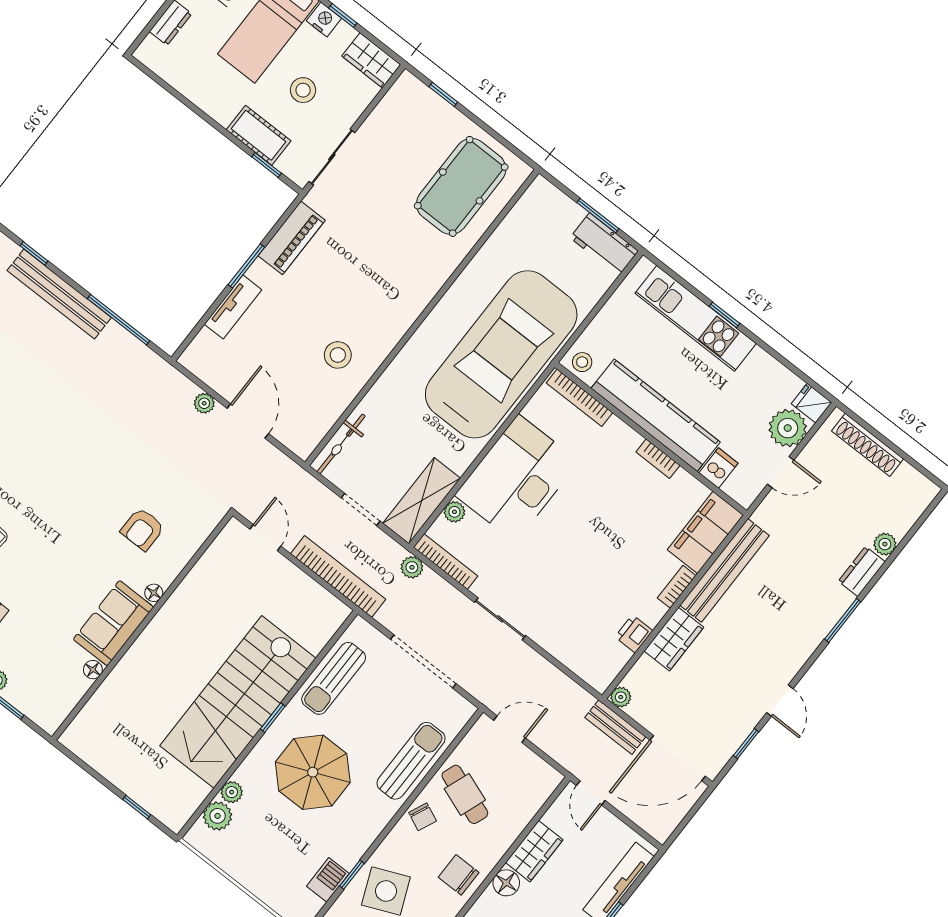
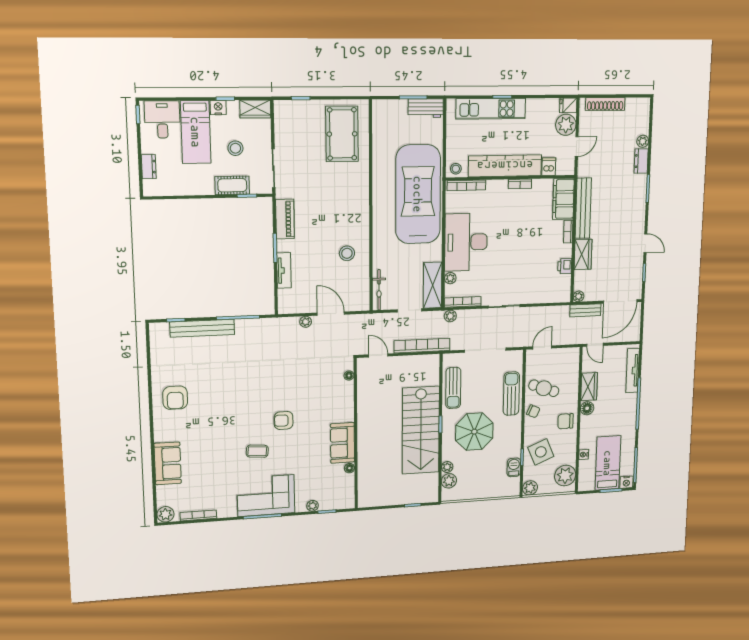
armchair: (143, 529) -> (284, 420), moved, turned 90
floor lamp: (154, 593) -> (349, 376), moved

